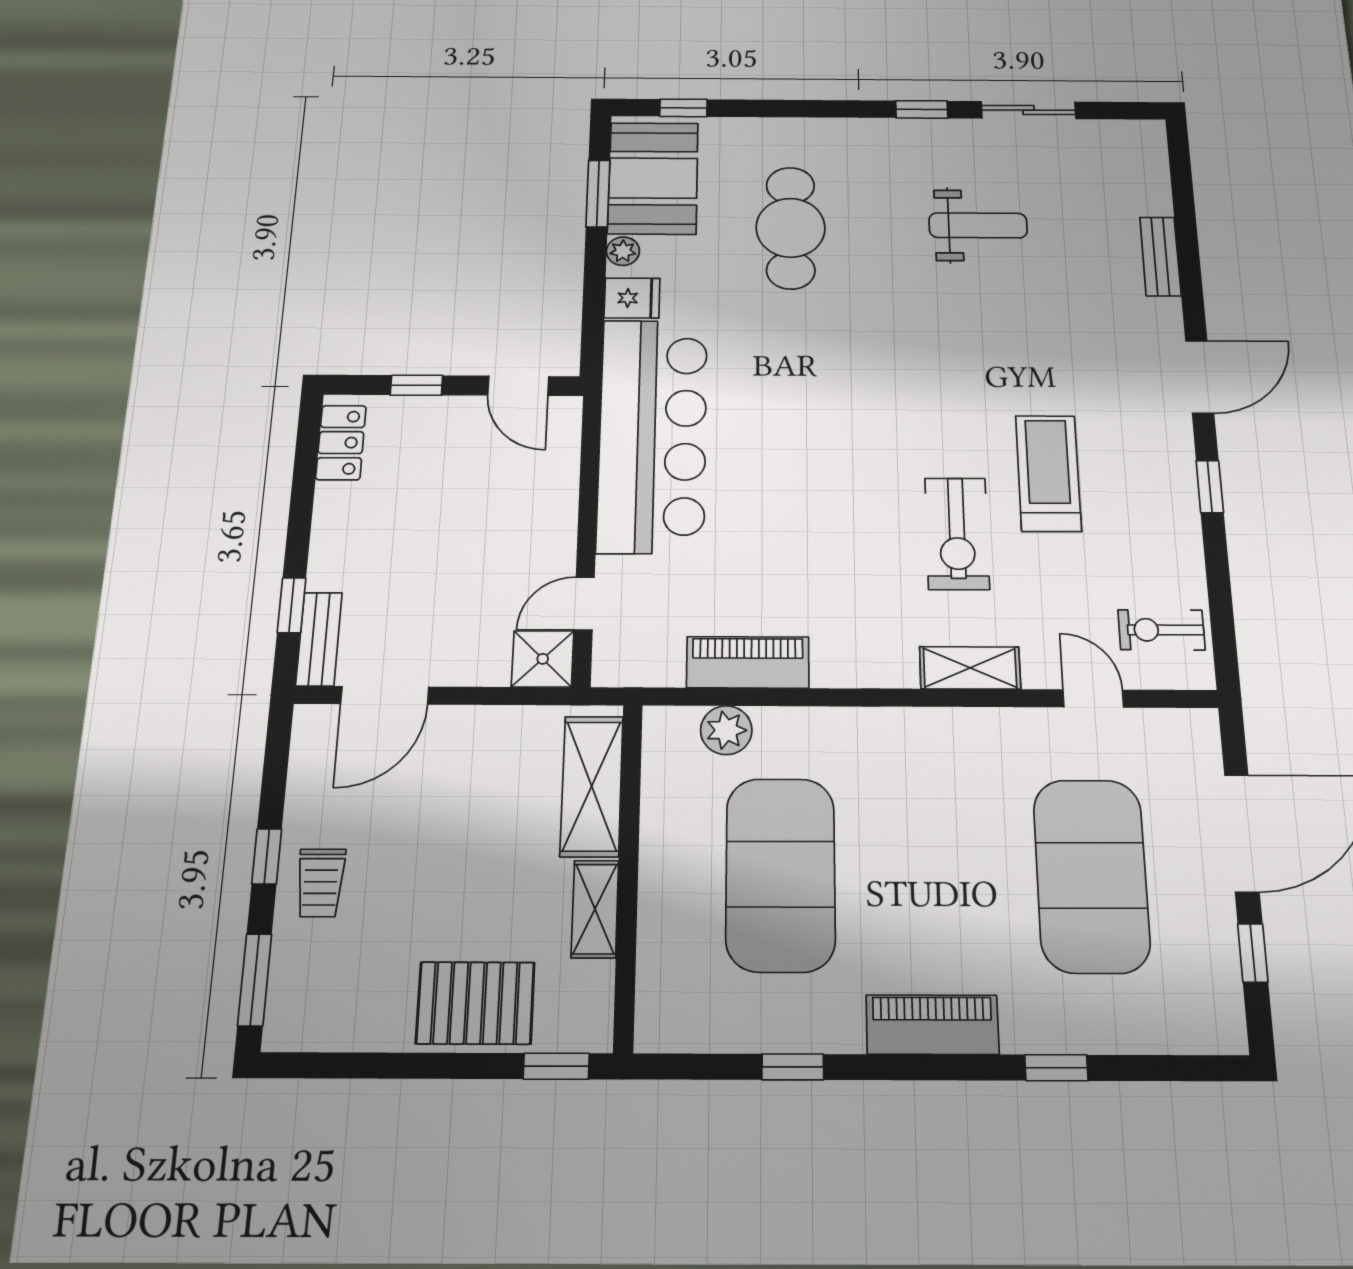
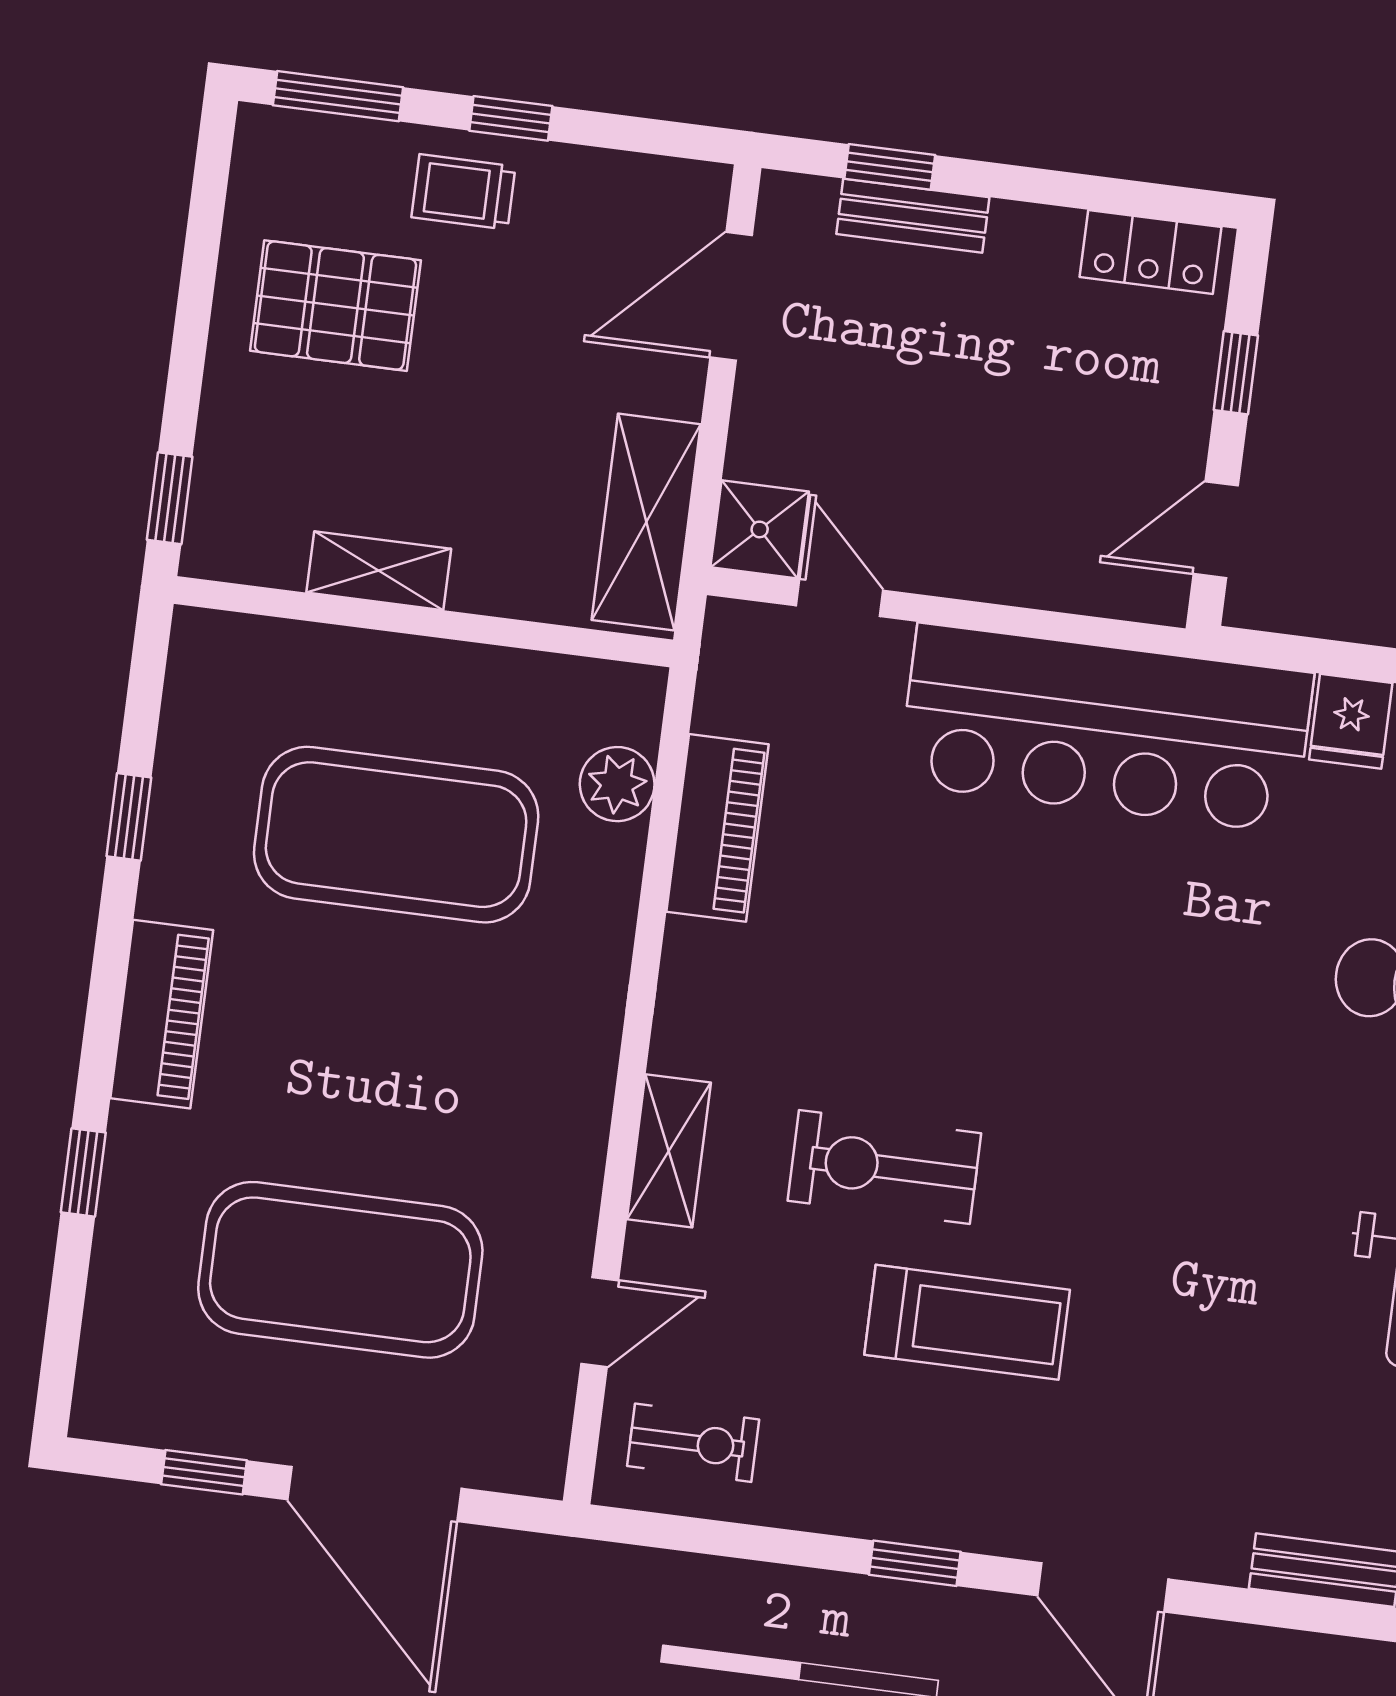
exercise bike: (1161, 630) -> (693, 1443), turned 90
bench: (319, 639) -> (913, 216), moved
door: (385, 695) -> (731, 296), hinge flipped
shelving: (592, 786) -> (646, 522), moved, turned 90
pallet: (475, 1003) -> (335, 306), moved, turned 90

